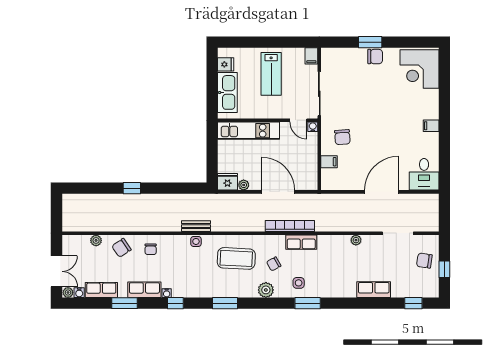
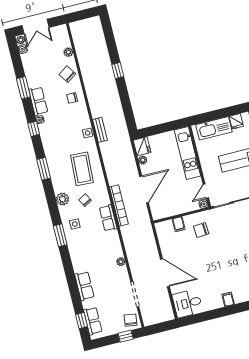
chair: (424, 261) -> (131, 320), moved
window: (444, 269) -> (126, 336), moved
row of seats: (101, 290) -> (93, 321), moved

